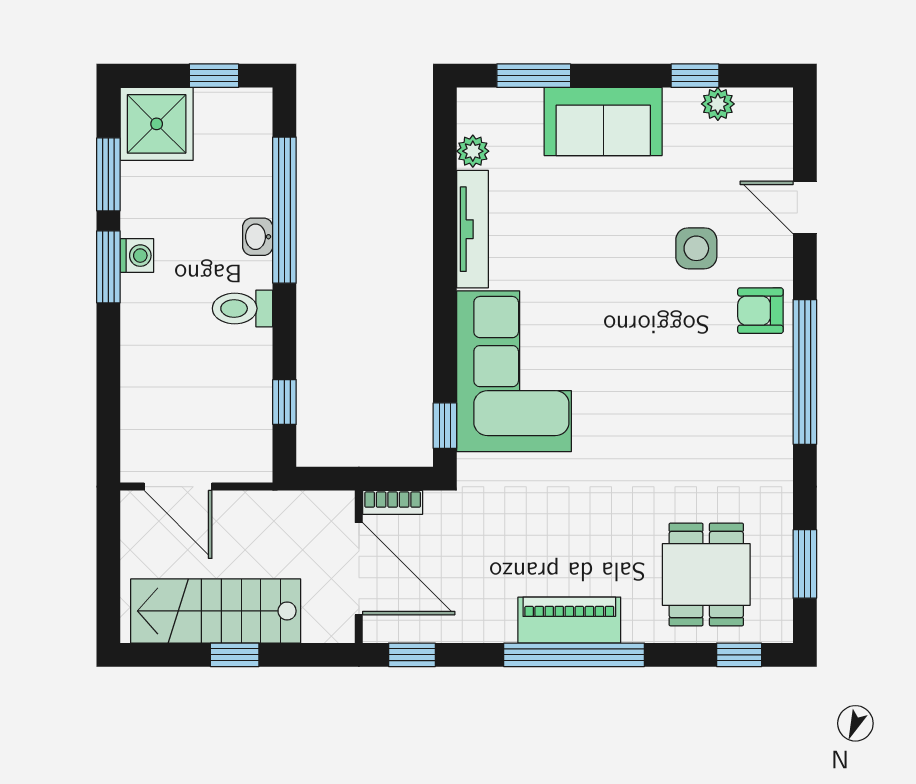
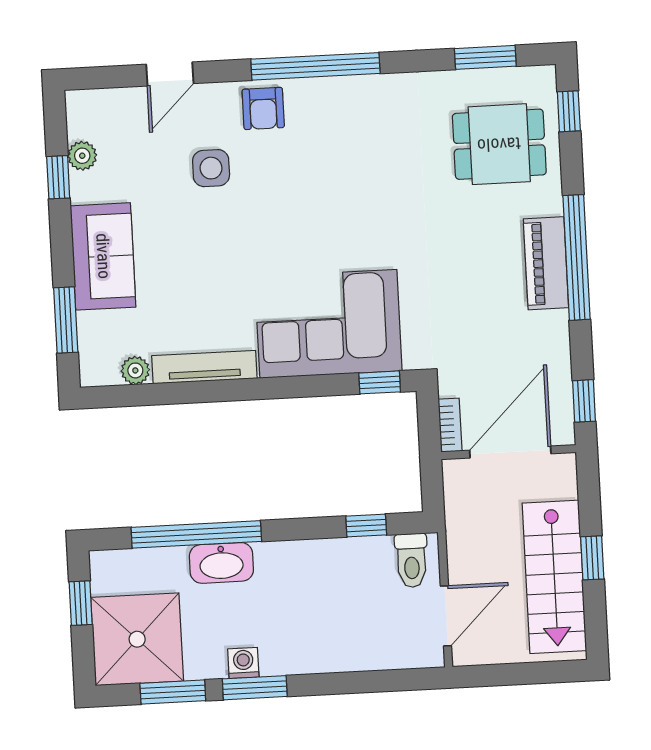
shower: (157, 124) -> (137, 639), width x1.37, depth x1.37
washbasin: (258, 237) -> (221, 563), width x1.91, depth x1.45
toilet: (243, 308) -> (412, 560), moved

